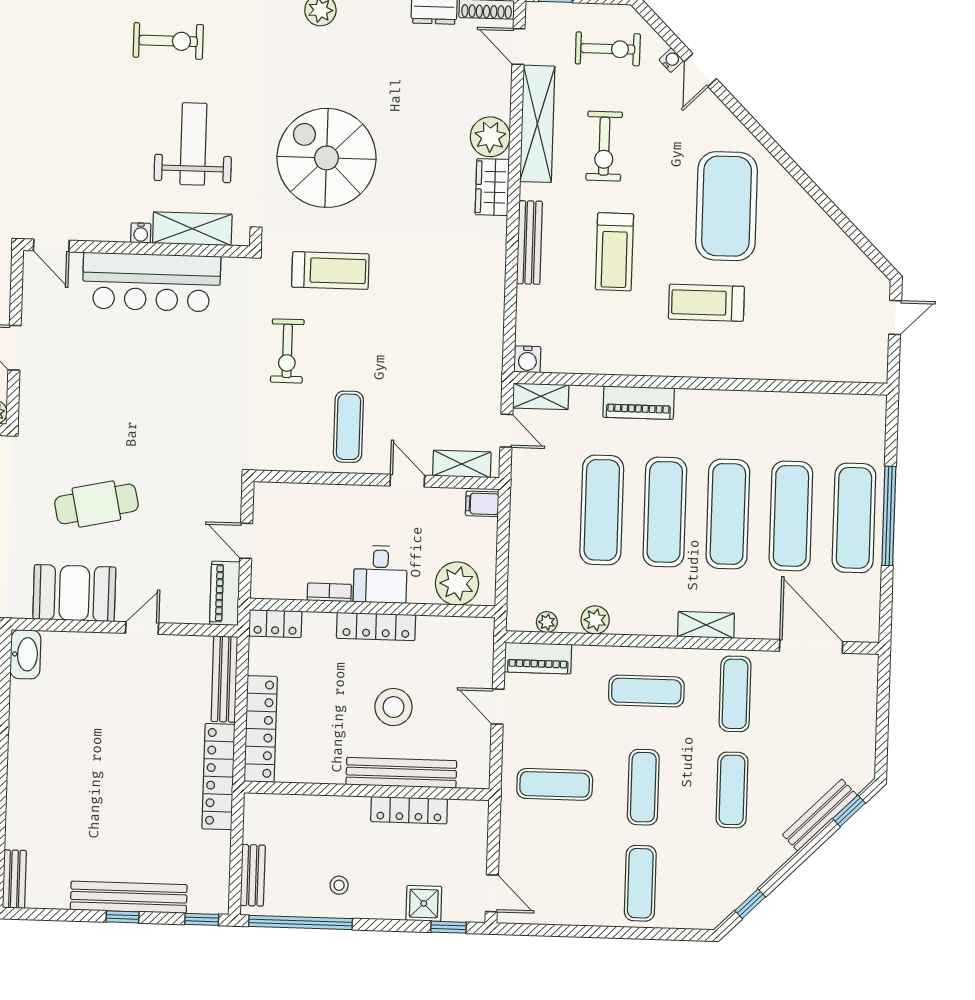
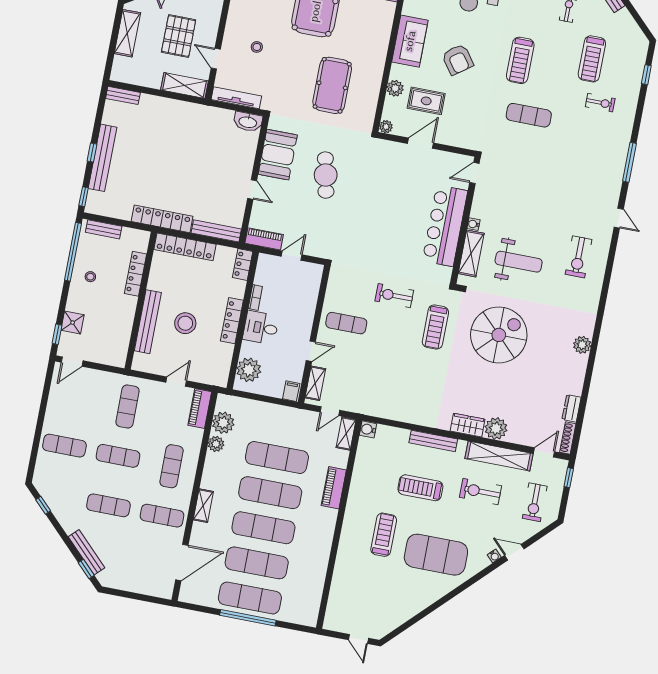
water cooler: (671, 60) -> (494, 556), moved
plant: (547, 622) -> (223, 423), width x1.88, depth x1.88
locker: (409, 810) -> (136, 274), moved

